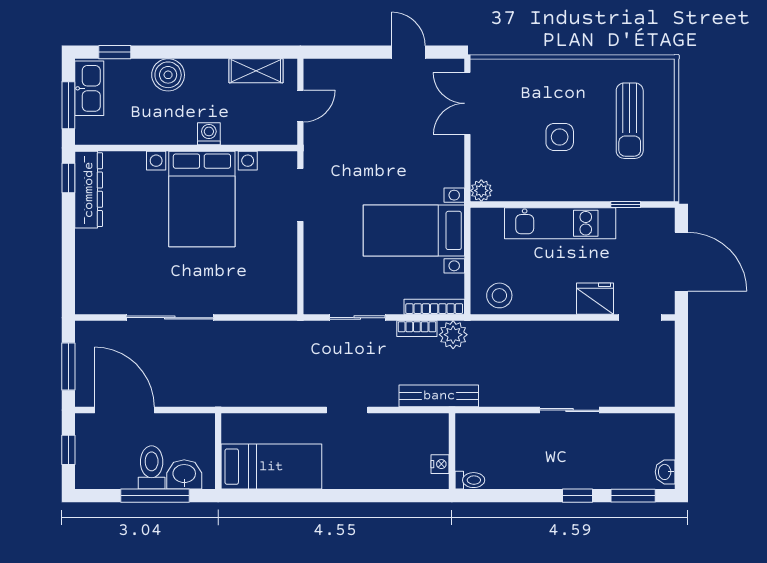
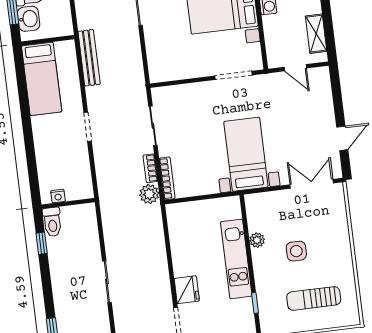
plant: (481, 191) -> (257, 240), moved
bed with nightstands: (414, 230) -> (246, 154), moved
stool: (499, 295) -> (181, 223), removed
bench: (439, 396) -> (89, 58), moved
toilet: (470, 480) -> (52, 222), width x1.37, depth x1.39
window: (577, 496) -> (42, 243), moved

